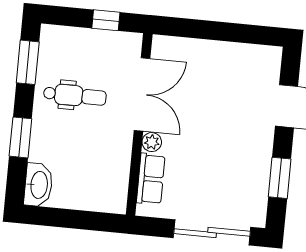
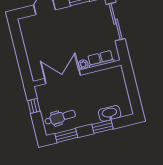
dental chair: (75, 96) -> (60, 117), moved, turned 87
washbasin: (38, 185) -> (110, 113), moved

